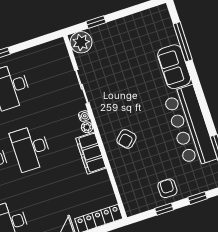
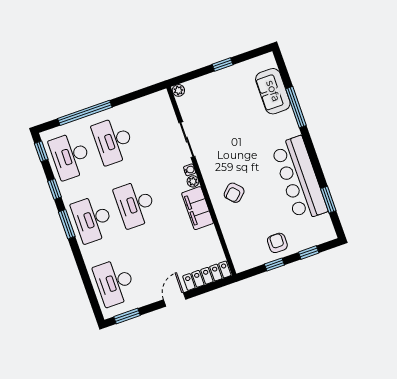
window: (96, 22) -> (223, 65), moved
plant: (81, 42) -> (178, 90), width x0.53, depth x0.53
window: (183, 42) -> (296, 107), moved
sofa: (174, 67) -> (273, 91), moved

